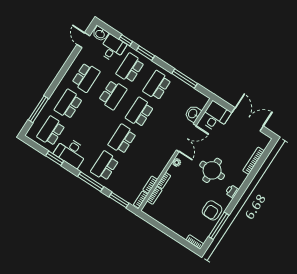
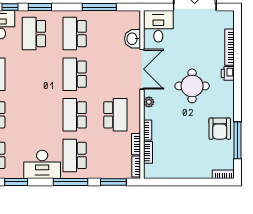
school desk: (113, 95) -> (115, 115), moved
desk: (71, 152) -> (42, 164), moved
printer: (232, 191) -> (228, 73), moved

